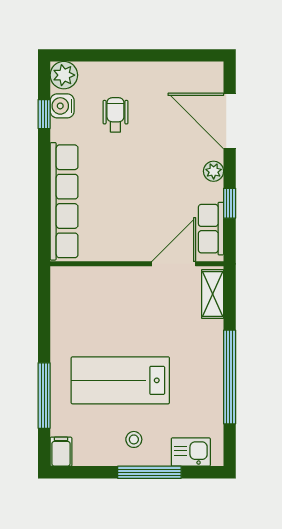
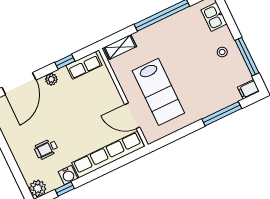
water cooler: (62, 106) -> (68, 175), moved
door: (174, 264) -> (132, 116), moved
lab bench: (120, 380) -> (158, 92), moved
window: (149, 472) -> (247, 57), moved

